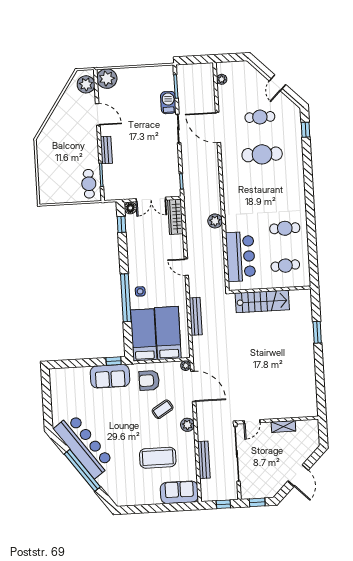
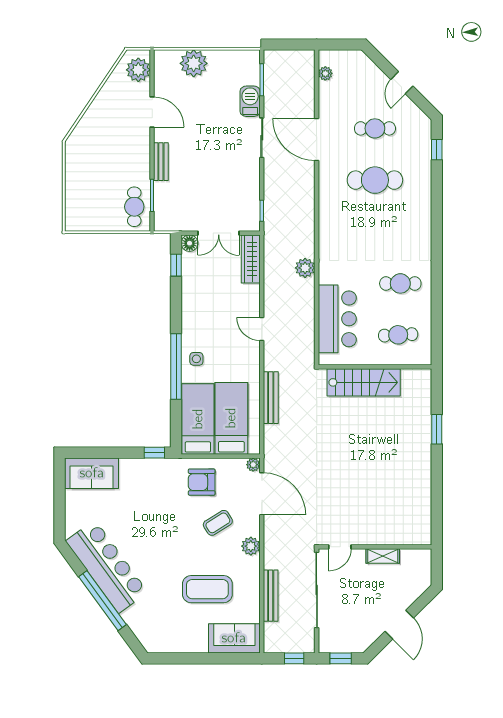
plant: (107, 79) -> (194, 63), moved
sofa: (110, 376) -> (92, 473), moved

